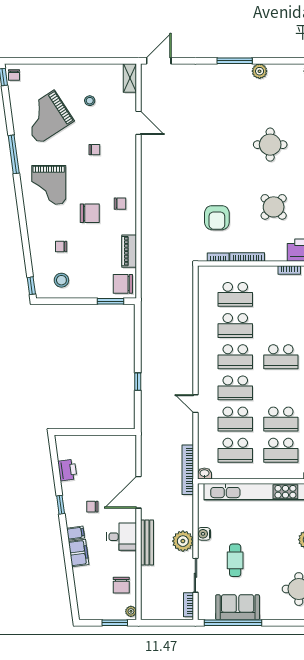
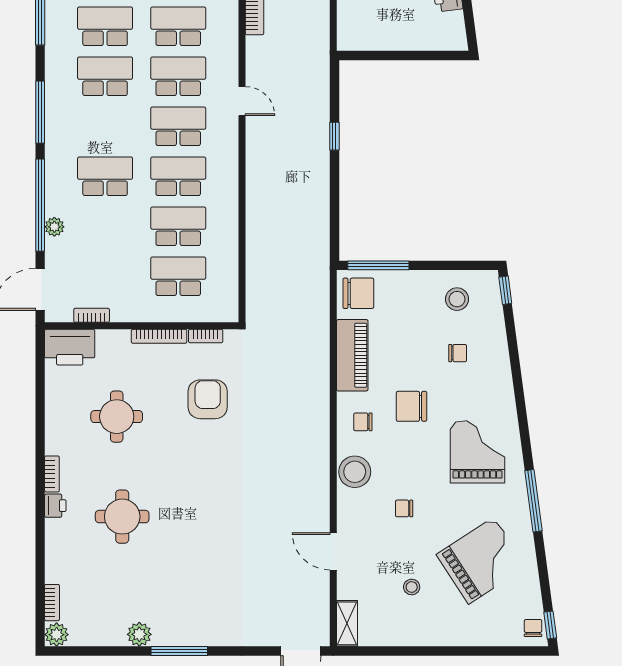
stool: (125, 173) -> (355, 472), added
round table: (274, 207) -> (117, 417), turned 45
piano: (129, 251) -> (352, 355), width x1.37, depth x1.33
window: (110, 301) -> (378, 265), width x1.44

